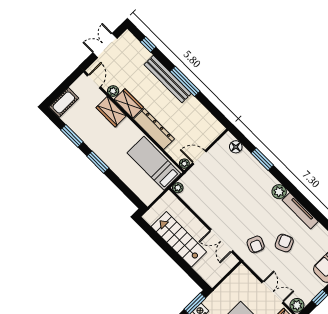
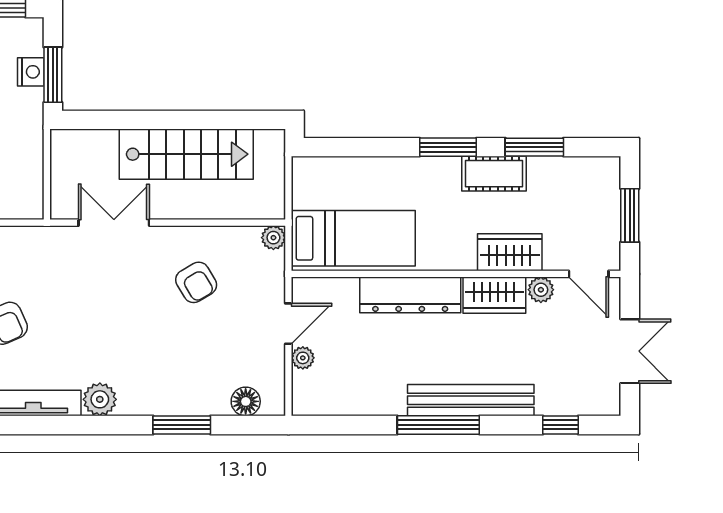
window: (64, 86) -> (630, 215), added
cot: (64, 102) -> (494, 174), moved, turned 90
plant: (184, 164) -> (303, 358), moved
armchair: (256, 244) -> (196, 282), moved, turned -144

